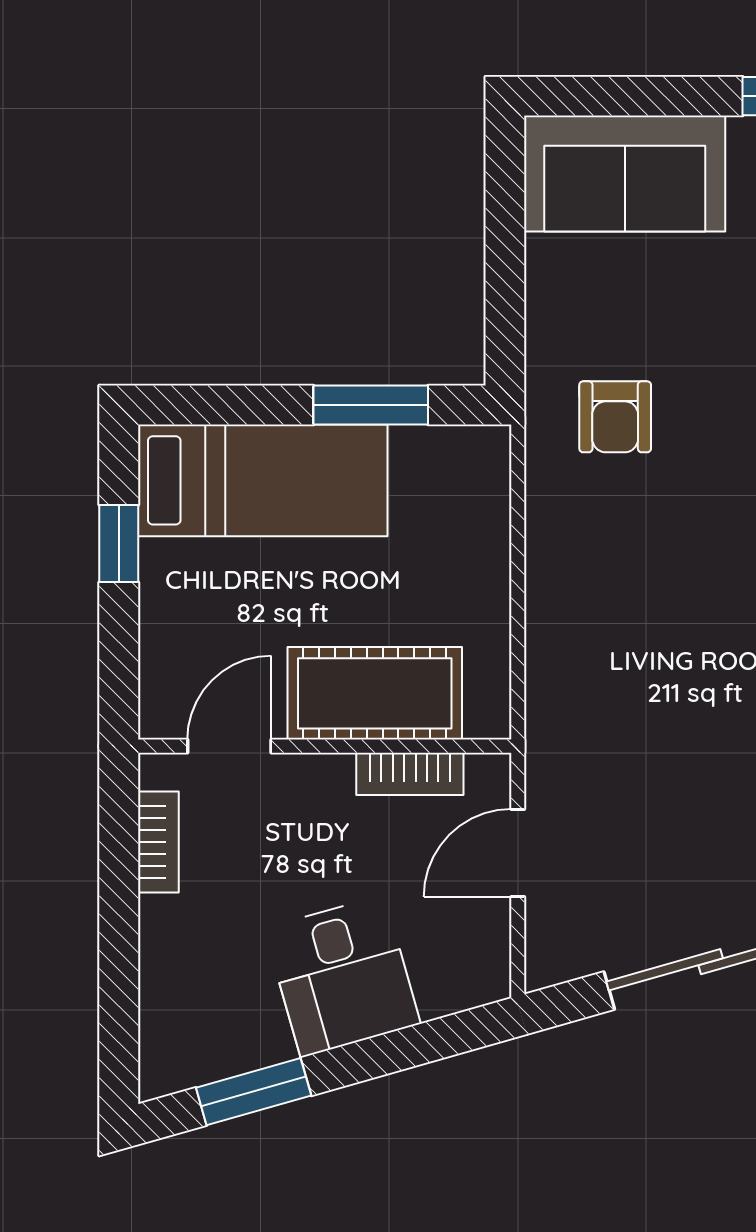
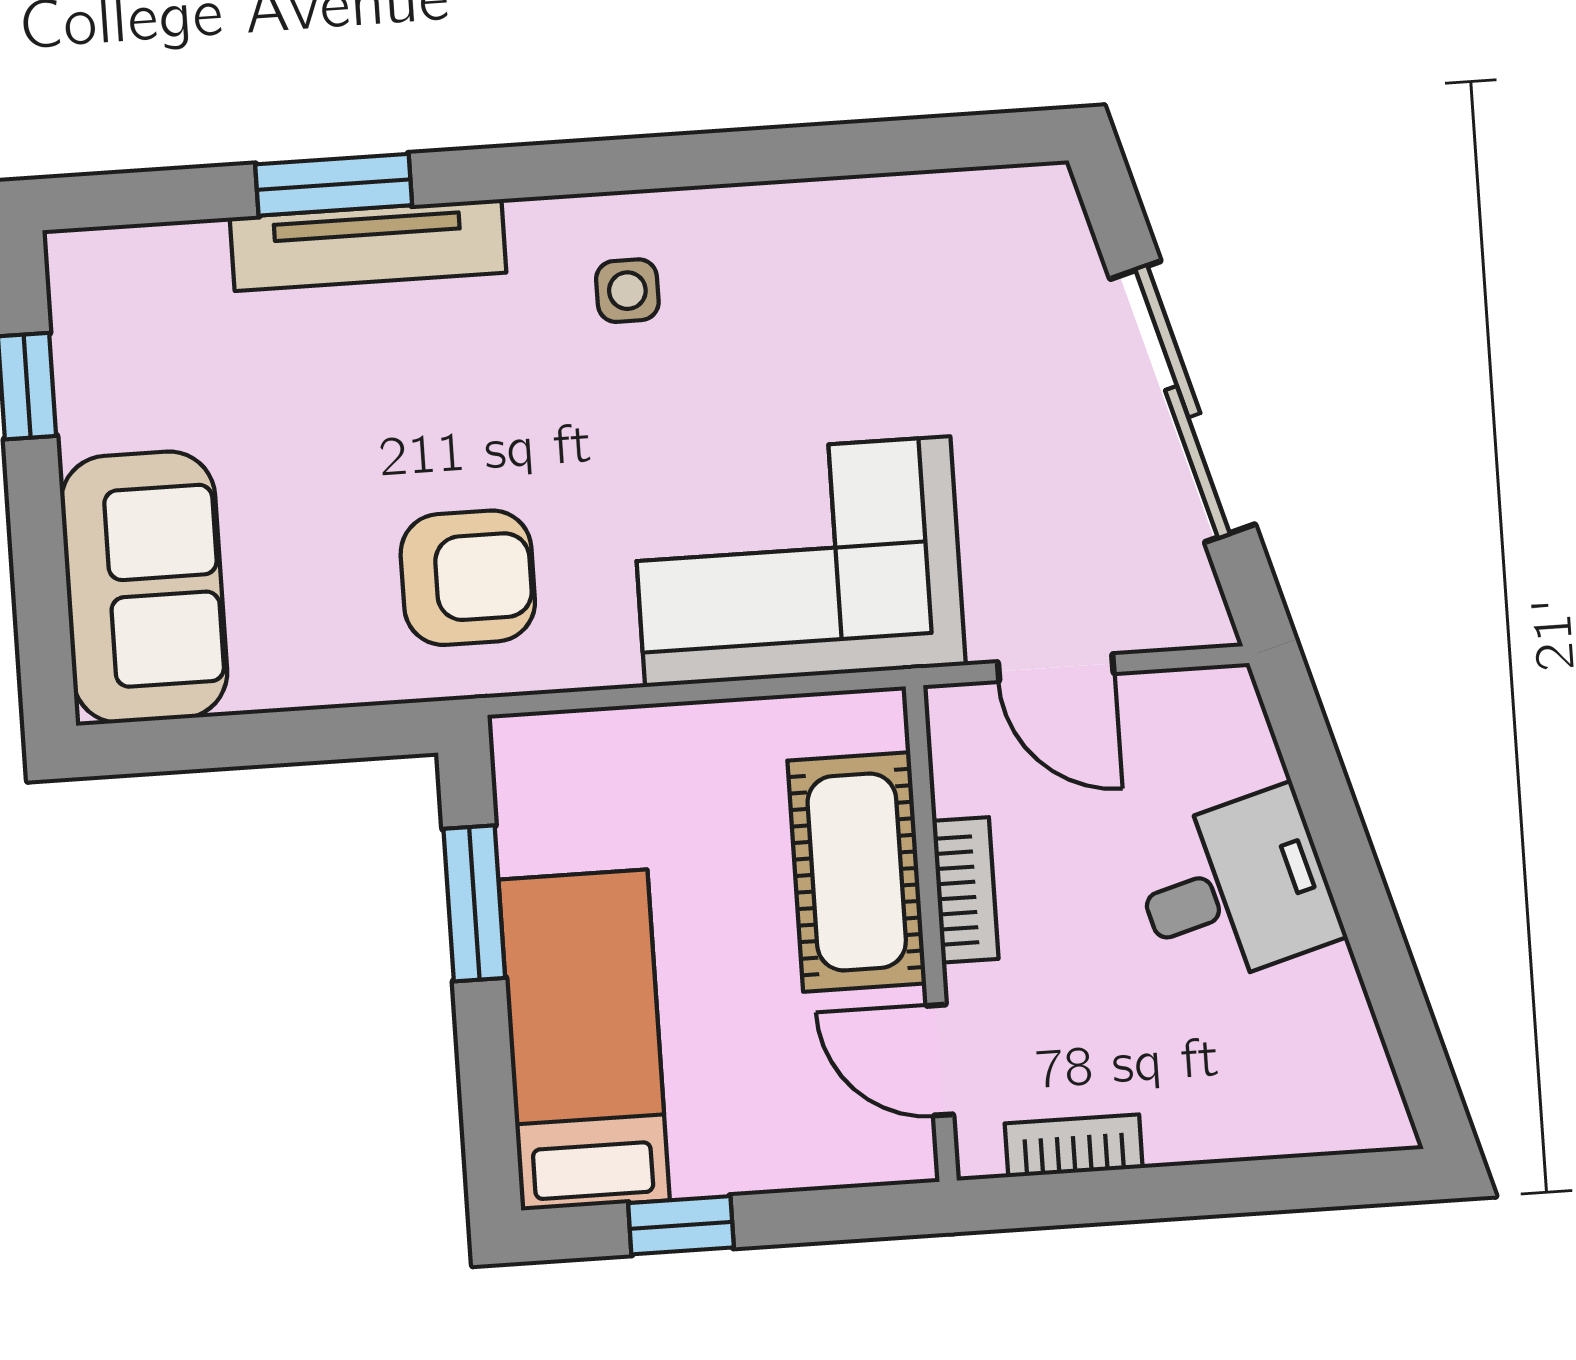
armchair: (615, 417) -> (468, 578), width x1.38, depth x1.38
corner sofa: (610, 665) -> (798, 562), added
bookcase: (410, 774) -> (965, 890), moved
window: (254, 1092) -> (1396, 997), removed

